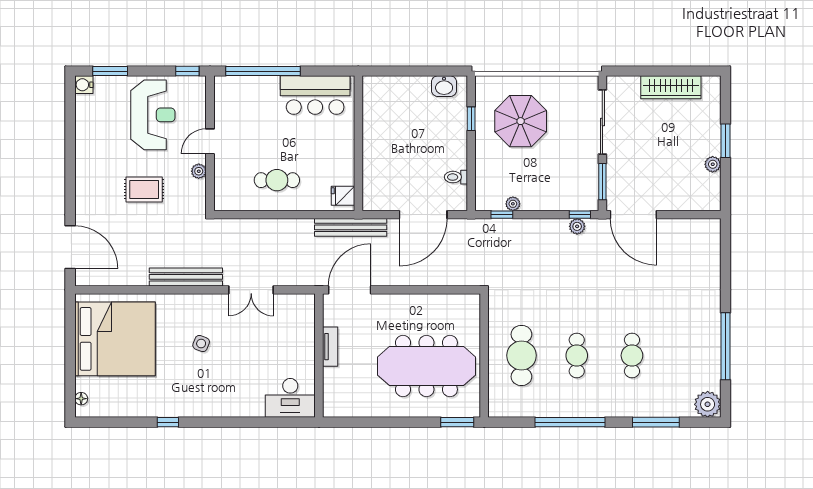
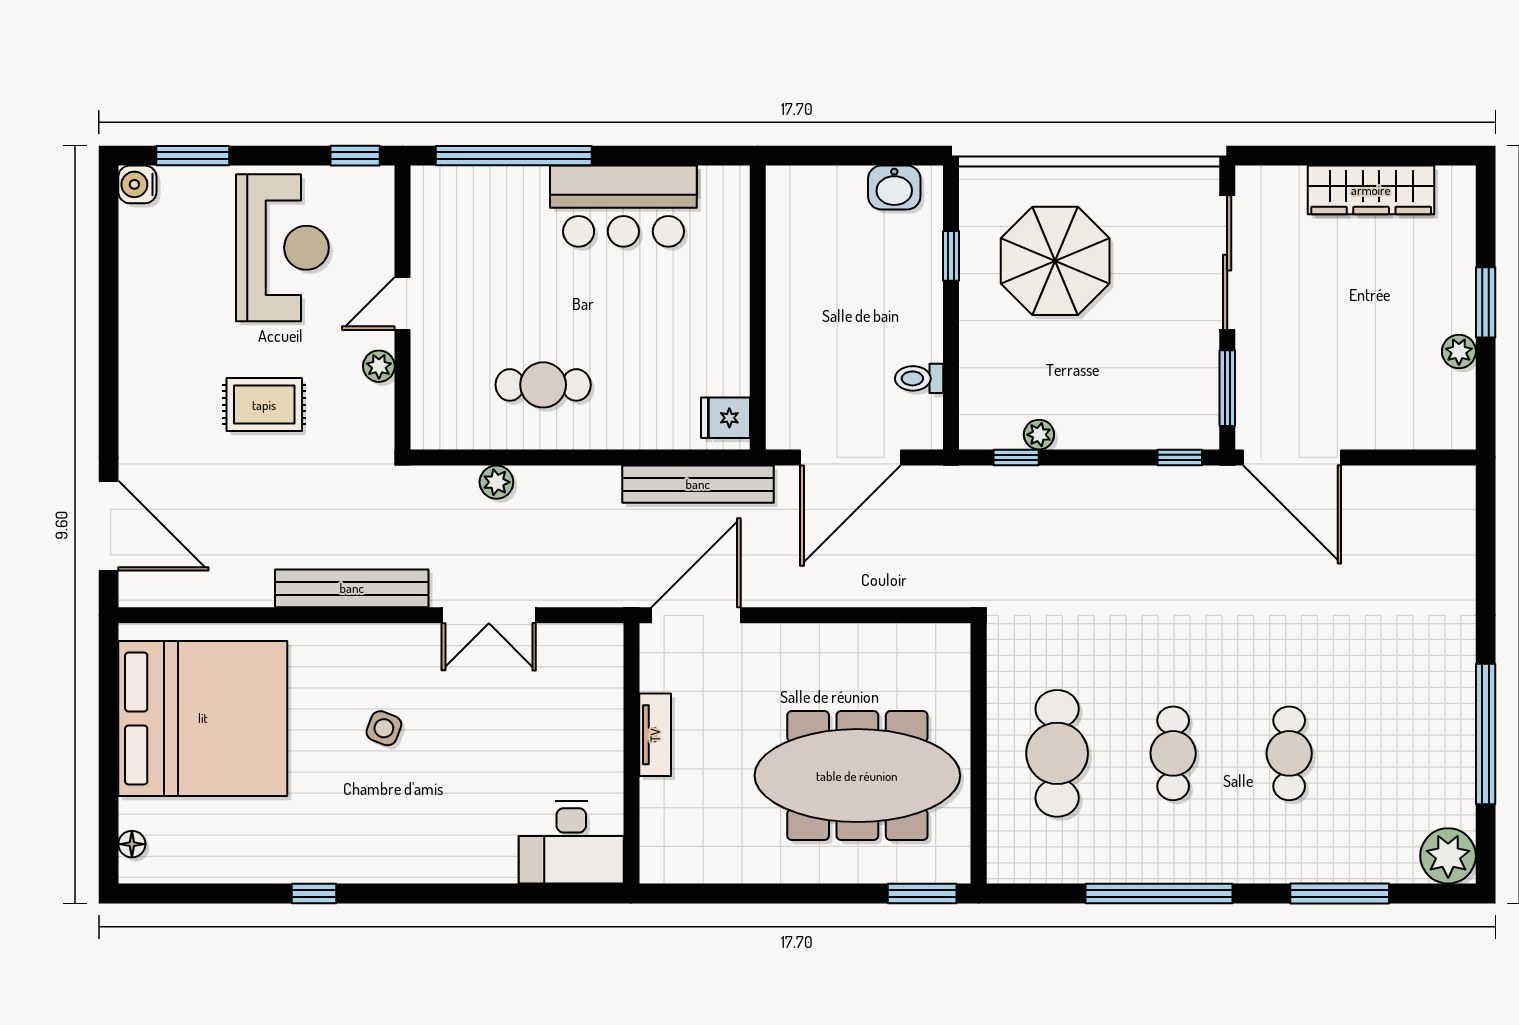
wall: (358, 143) -> (758, 308), moved
fridge: (343, 196) -> (725, 418), moved
plant: (577, 226) -> (496, 482), moved

